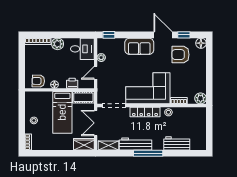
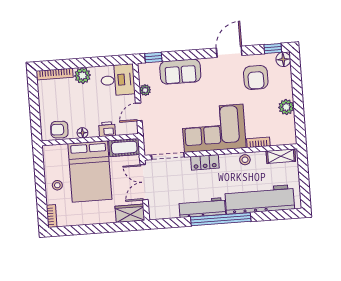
door: (163, 35) -> (229, 52), hinge flipped
window: (184, 35) -> (273, 49), moved
sofa: (139, 46) -> (180, 72), moved
armchair: (181, 55) -> (256, 77), turned -90
plant: (201, 98) -> (286, 107), moved
bed: (62, 112) -> (90, 171), width x1.50
locker: (145, 112) -> (205, 162), width x0.66
workbench: (177, 143) -> (260, 199), width x1.88, depth x1.32
shelving: (108, 146) -> (281, 156), moved
window: (148, 153) -> (221, 219), width x1.46

